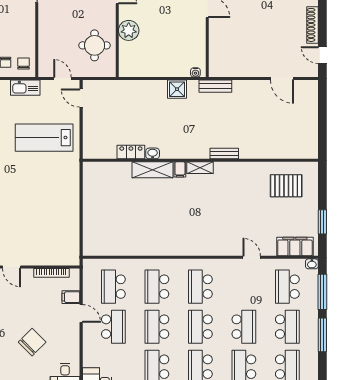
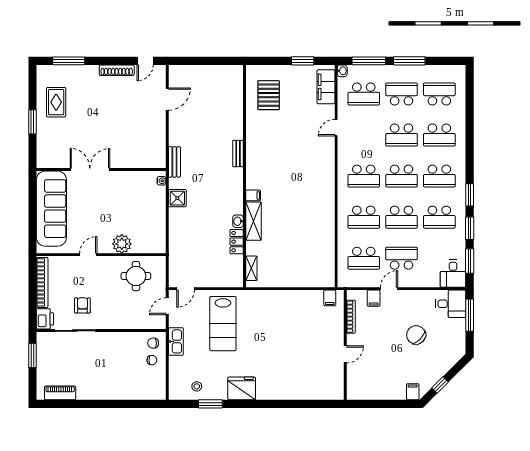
shelving: (200, 168) -> (251, 268), moved
filing cabinet: (71, 251) -> (330, 298), added
school desk: (244, 327) -> (402, 135), turned 180

